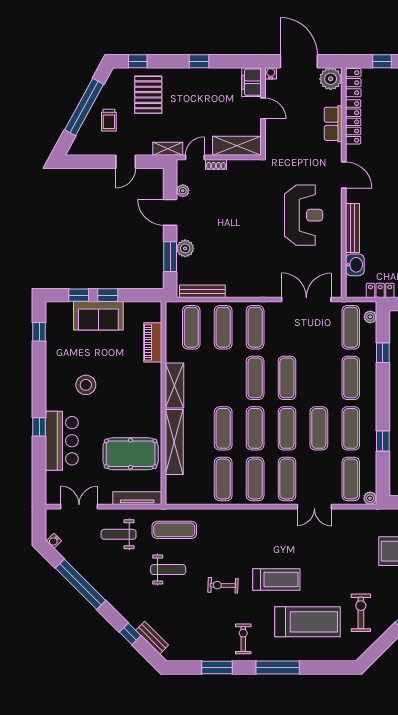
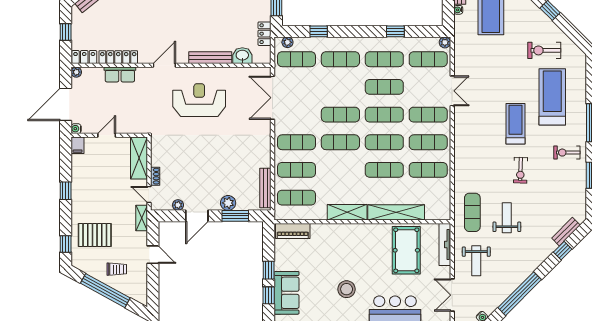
plant: (331, 79) -> (76, 72), width x0.53, depth x0.53
filing cabinet: (252, 82) -> (78, 145), width x0.50
sofa: (98, 316) -> (287, 293), moved
piano: (153, 342) -> (293, 231), moved

